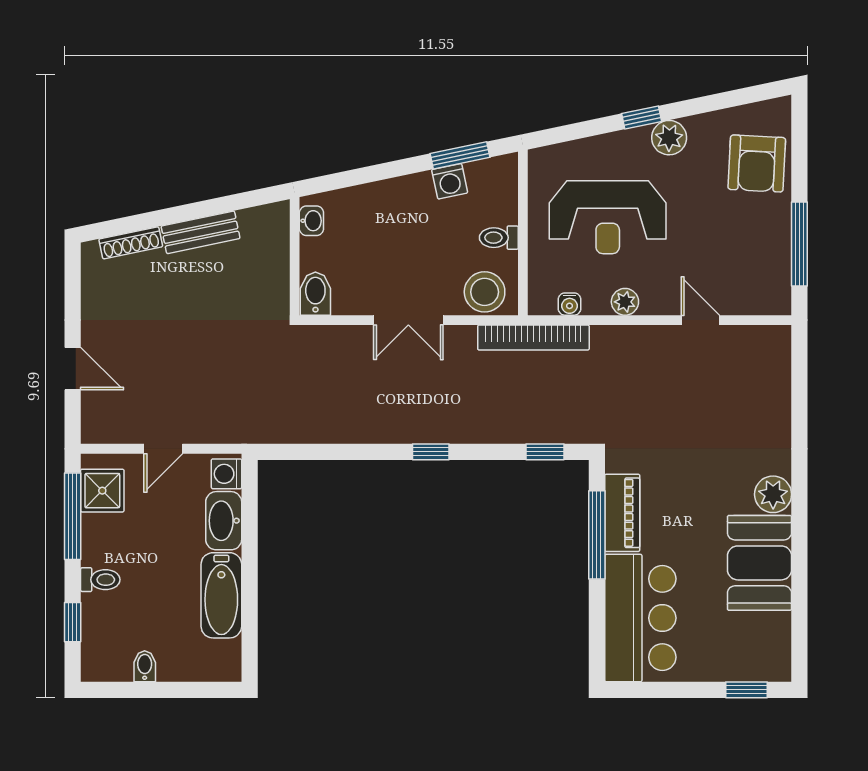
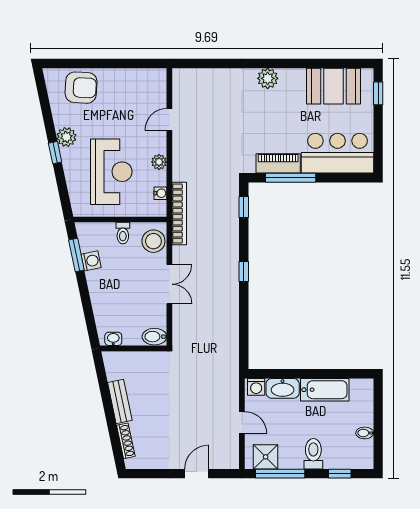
window: (799, 244) -> (126, 63), removed
booth: (759, 563) -> (334, 86), moved
toilet: (100, 580) -> (313, 454), width x1.37, depth x1.39

